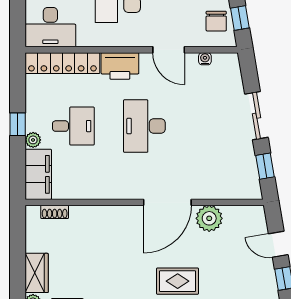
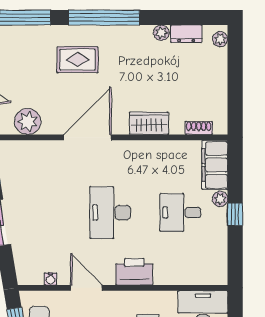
locker: (62, 63) -> (191, 275), removed
desk: (144, 126) -> (110, 213), turned 180
plant: (209, 218) -> (28, 122), moved
wardrobe: (37, 273) -> (149, 123), moved, turned 90

